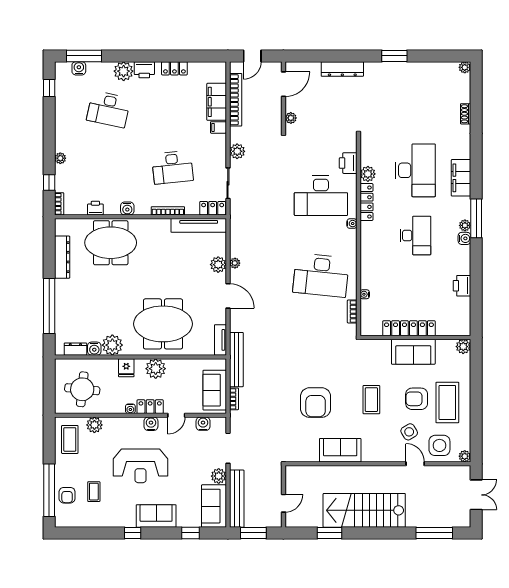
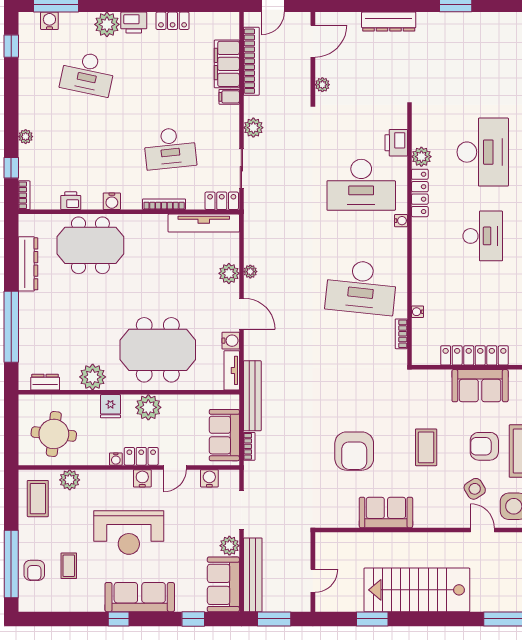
water cooler: (94, 349) -> (231, 341), moved, turned -90
sofa: (156, 516) -> (140, 597), width x1.36

